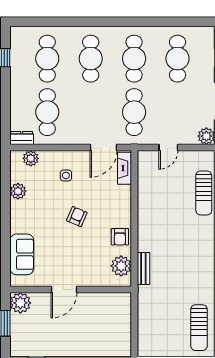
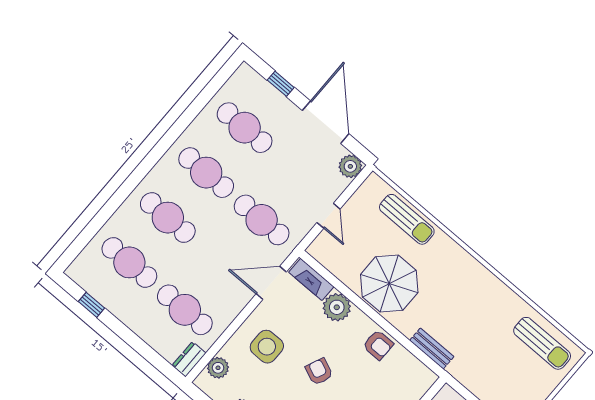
door: (104, 148) -> (271, 283), swing flipped
side table: (66, 175) -> (267, 347), width x1.87, depth x1.87
parasol: (159, 214) -> (389, 284), added
plant: (121, 266) -> (337, 307), moved

